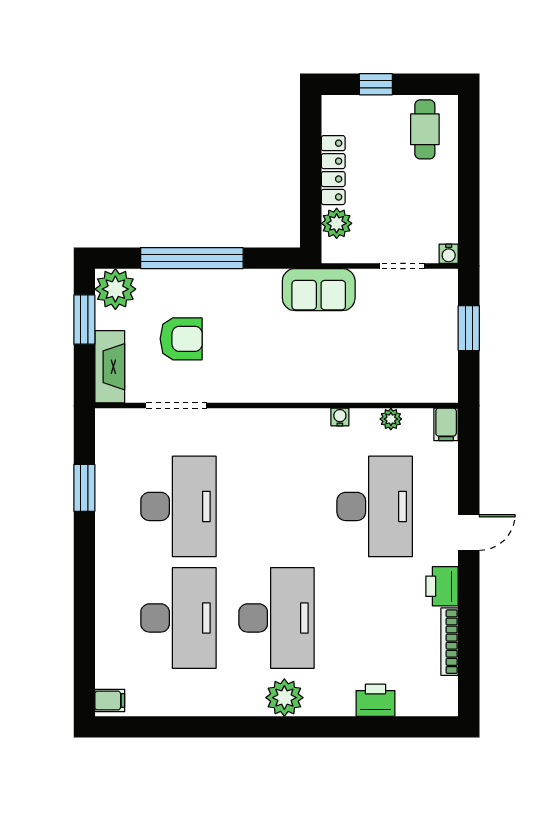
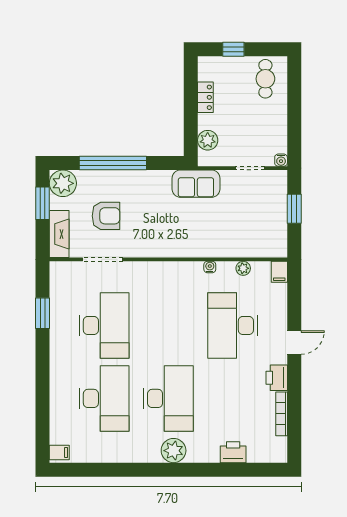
locker: (333, 170) -> (205, 97), width x0.66
desk: (375, 506) -> (233, 325), turned 180

